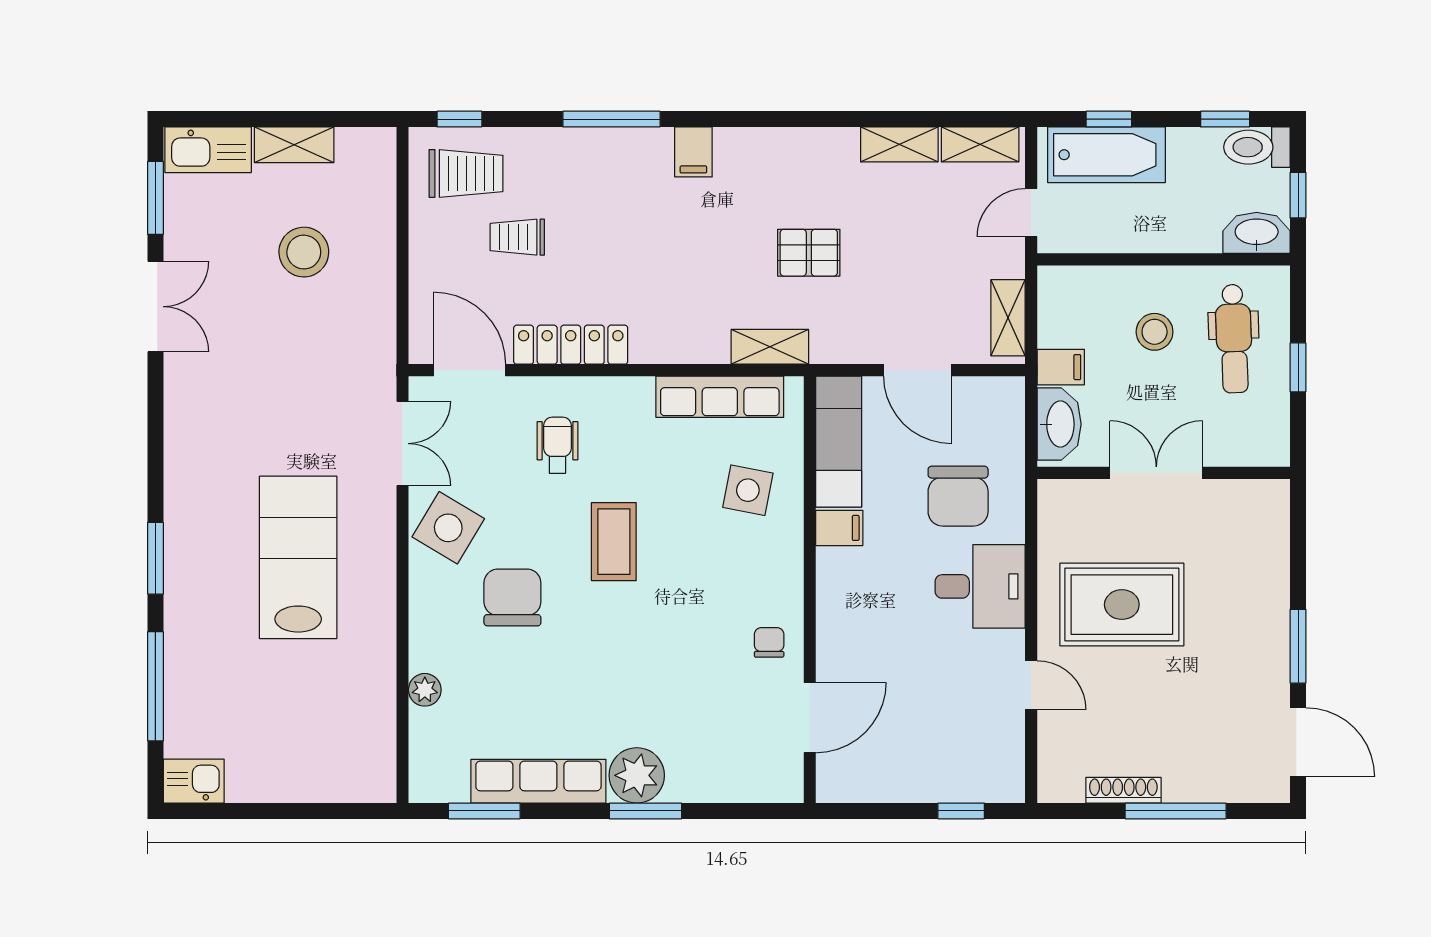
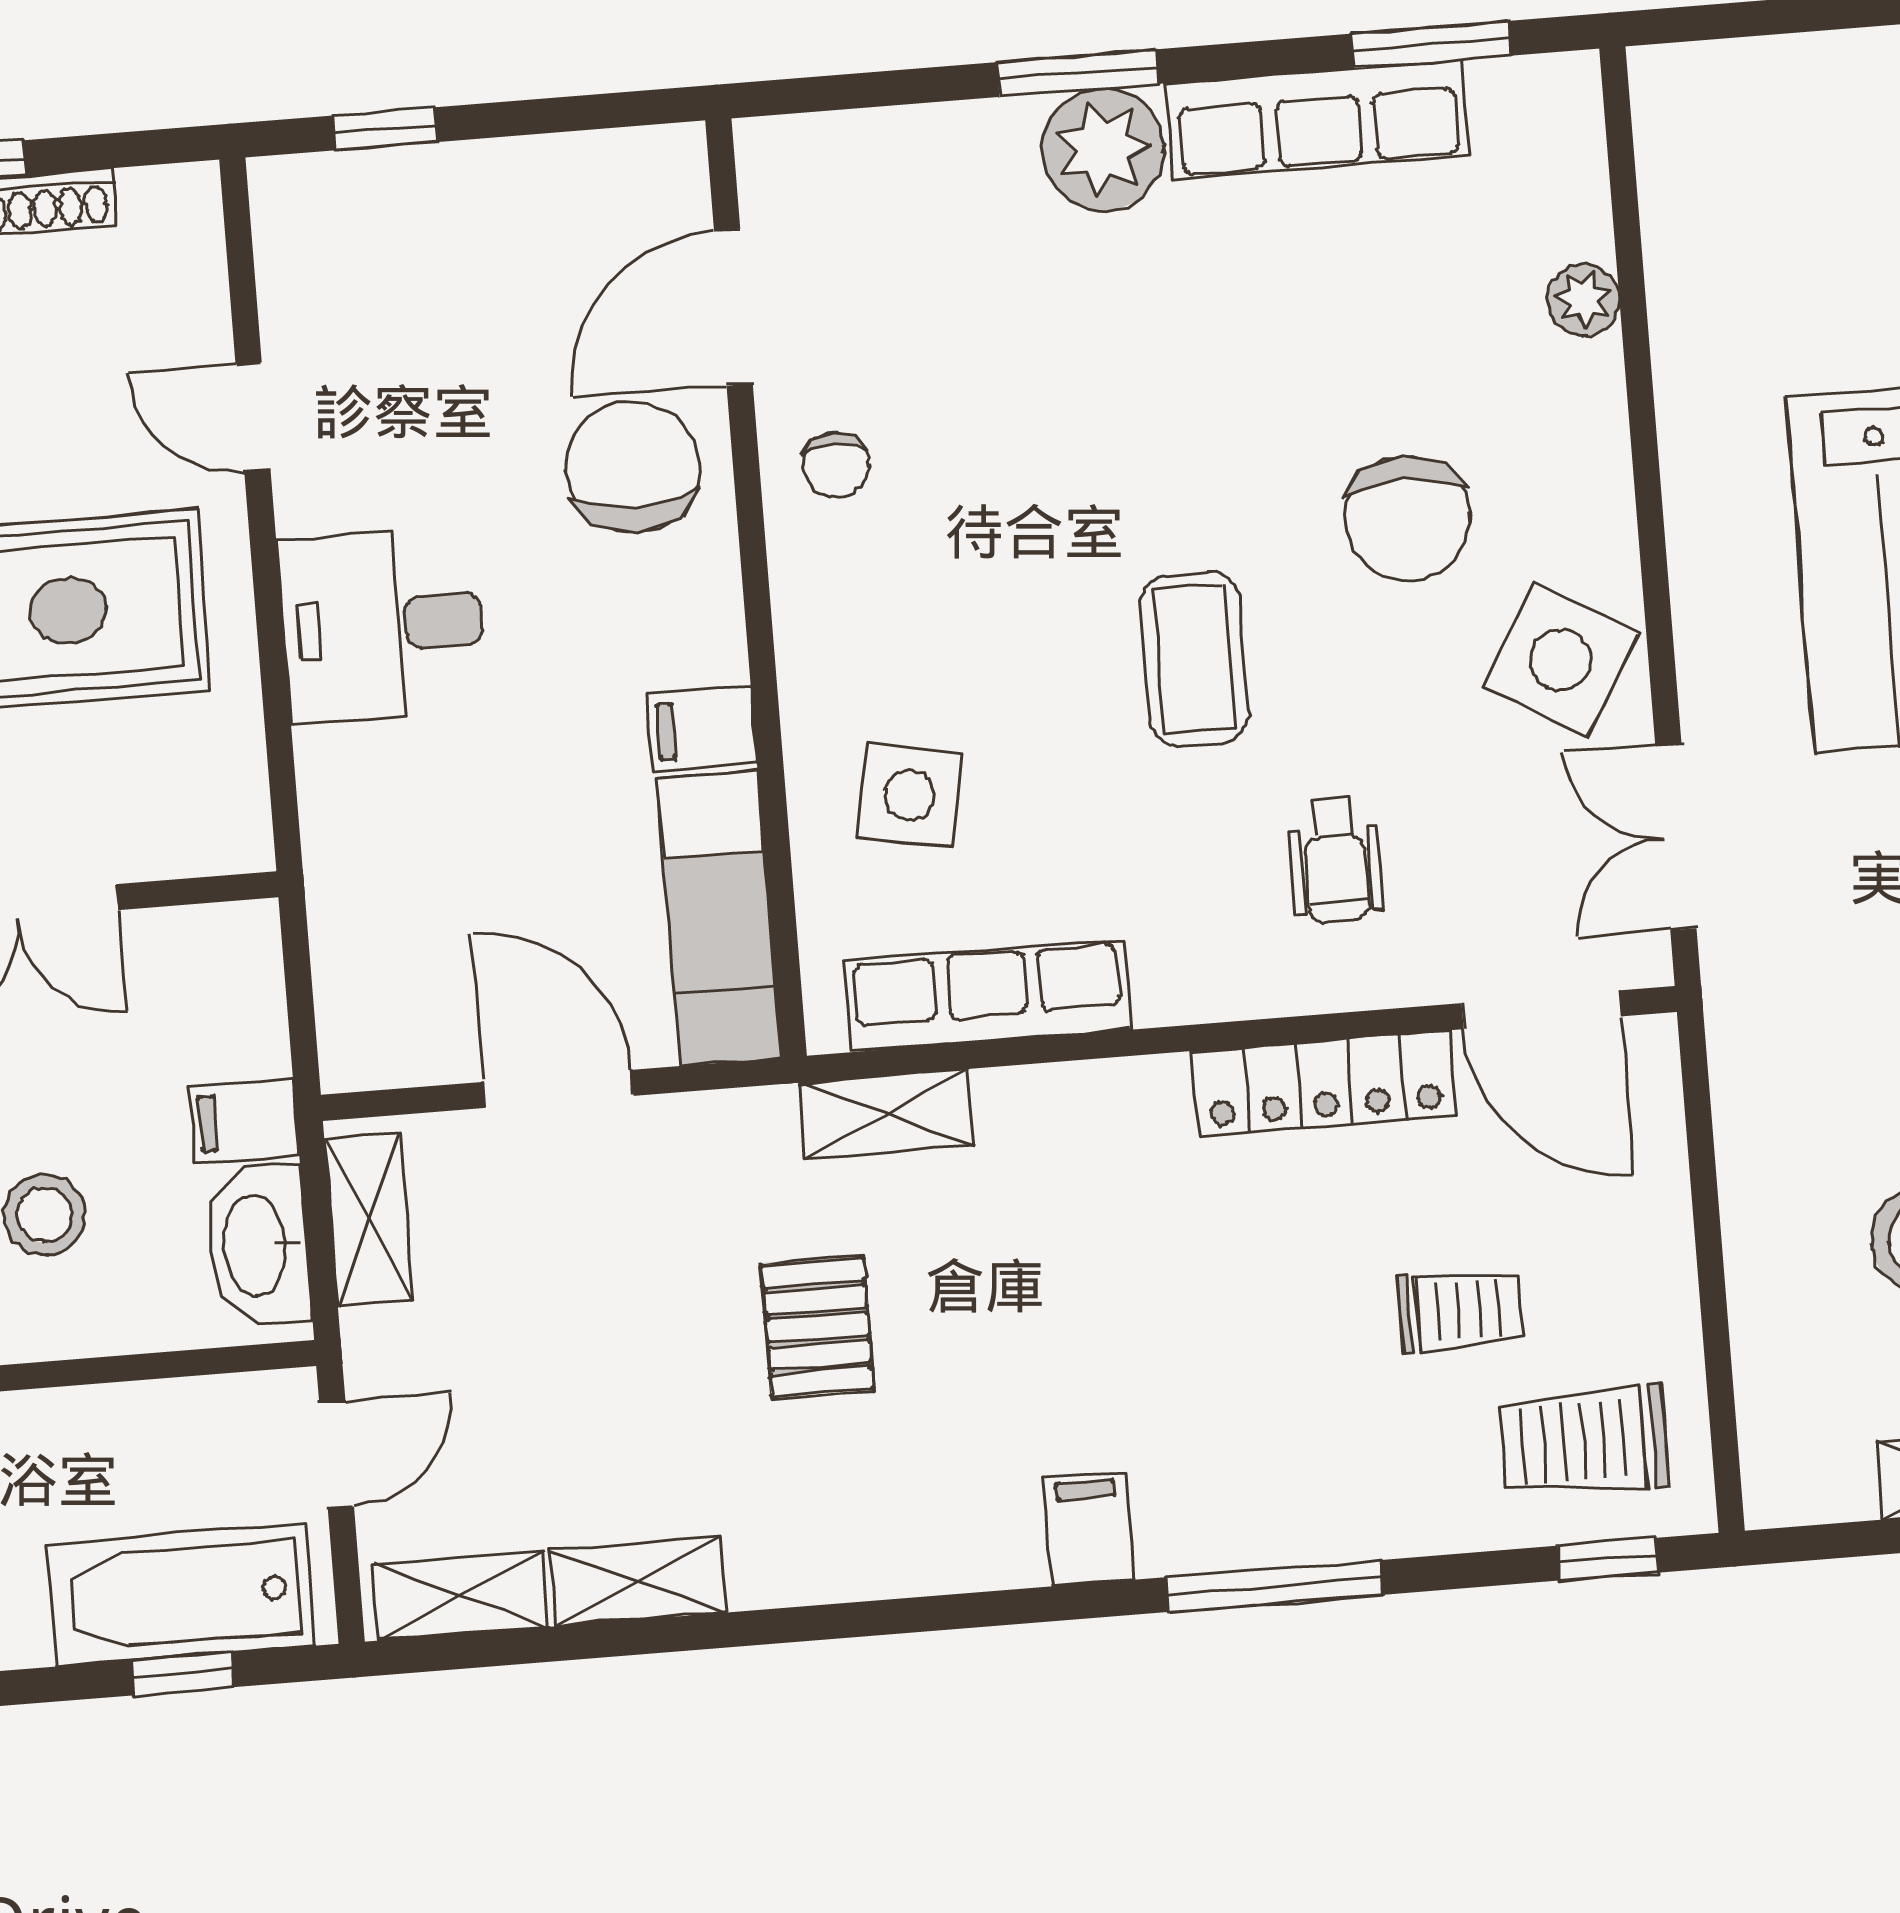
pallet: (809, 253) -> (818, 1328), turned 90
washbasin: (1059, 424) -> (258, 1246), moved
chair: (958, 496) -> (632, 467), moved

